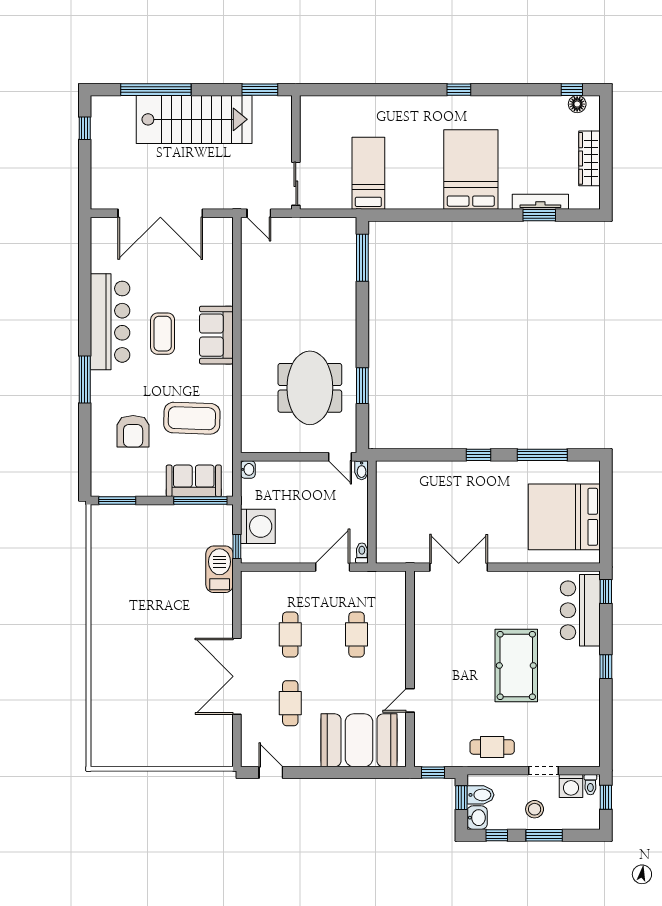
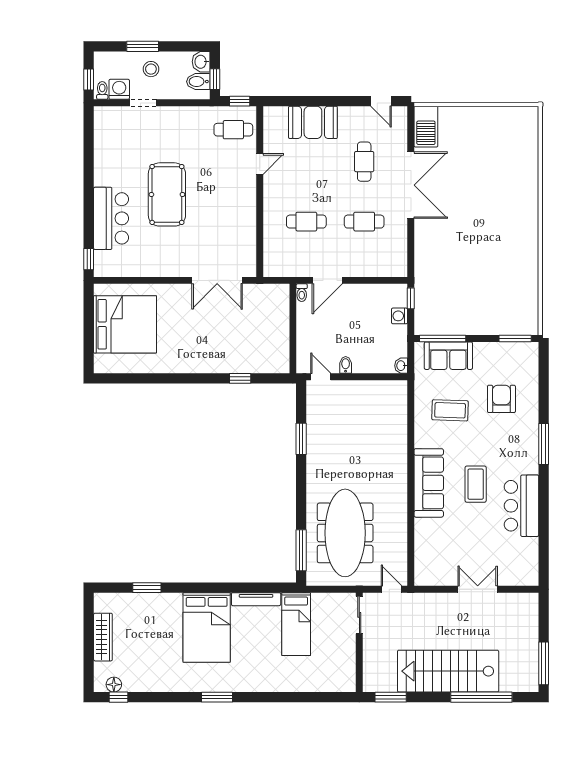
window: (459, 90) -> (217, 697), width x1.50
window: (85, 128) -> (544, 663), width x2.17
tv unit: (540, 202) -> (256, 599), moved
double door: (160, 213) -> (478, 589), width x0.54
bar counter: (110, 322) -> (521, 506), width x0.73
sofa: (216, 335) -> (429, 483), width x1.36
meeting table: (310, 388) -> (345, 533), moved, width x1.36
coffee table: (192, 418) -> (450, 410), width x0.73, depth x0.76
window: (479, 455) -> (240, 378), moved
window: (542, 455) -> (144, 378), removed
bidet: (362, 470) -> (346, 365), moved
washing machine: (258, 526) -> (400, 316), width x0.53, depth x0.53
barbecue: (220, 569) -> (426, 127), moved
bar counter: (580, 610) -> (111, 218), moved
cafe table: (290, 634) -> (364, 222), turned 90
cafe table: (357, 634) -> (306, 222), turned 90
window: (606, 667) -> (89, 194), removed
booth: (359, 740) -> (313, 122), width x0.73, depth x0.70
cafe table: (492, 747) -> (233, 130), moved
window: (497, 835) -> (184, 46), removed

